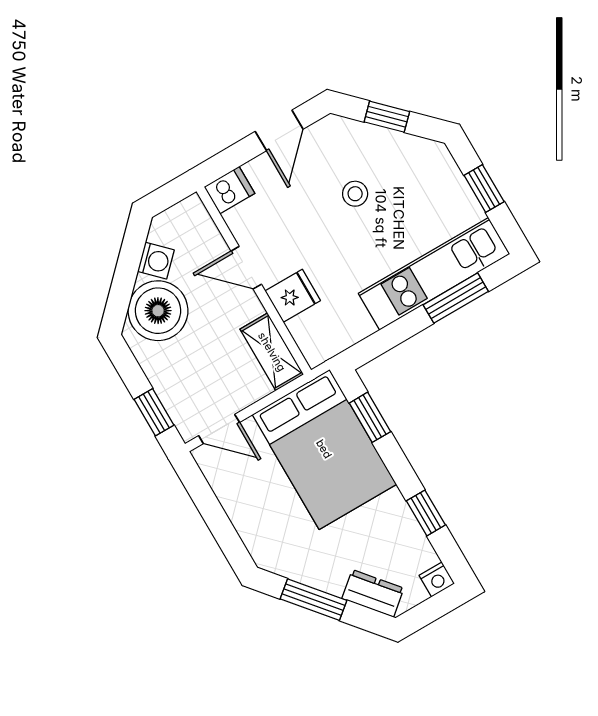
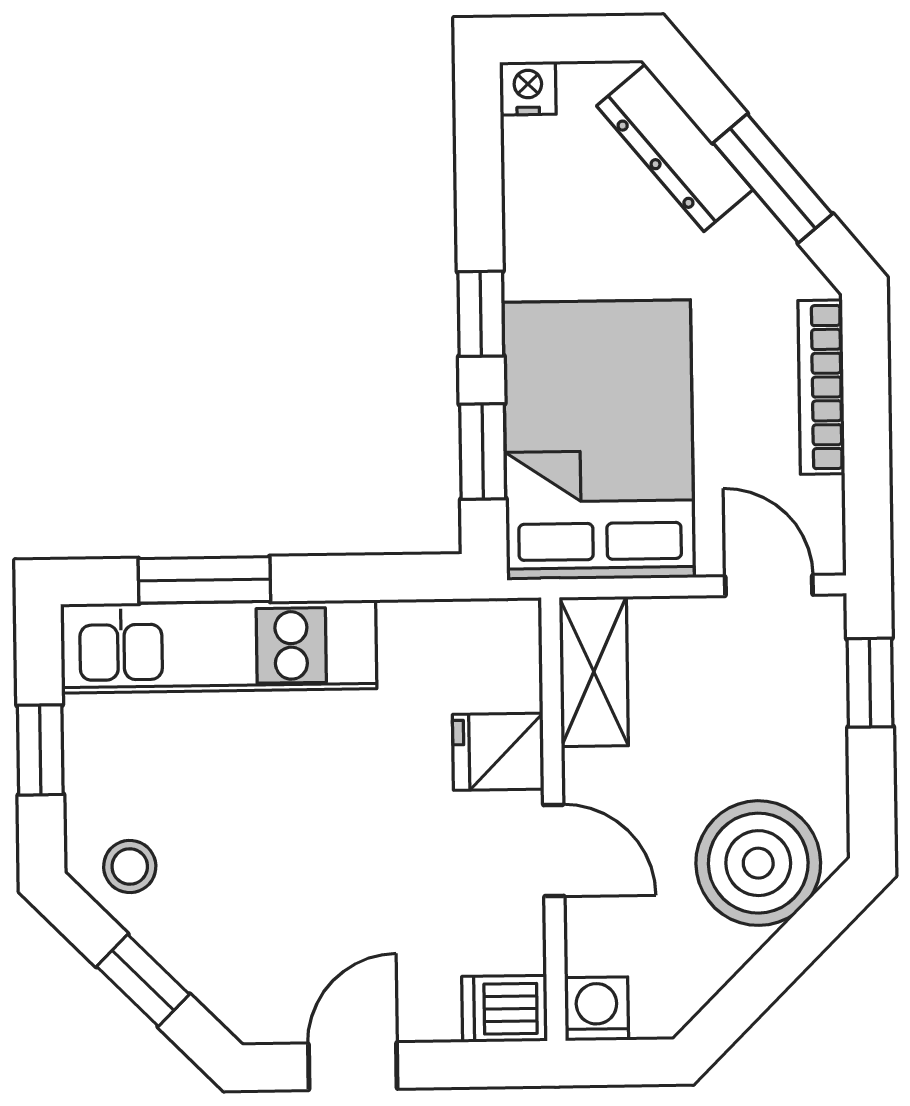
stool: (355, 194) -> (130, 866), moved
washing machine: (156, 261) -> (597, 1009), moved, turned 45
window: (426, 513) -> (481, 314), moved
bookcase: (244, 524) -> (821, 387), added
dresser: (373, 593) -> (675, 148), width x1.44

